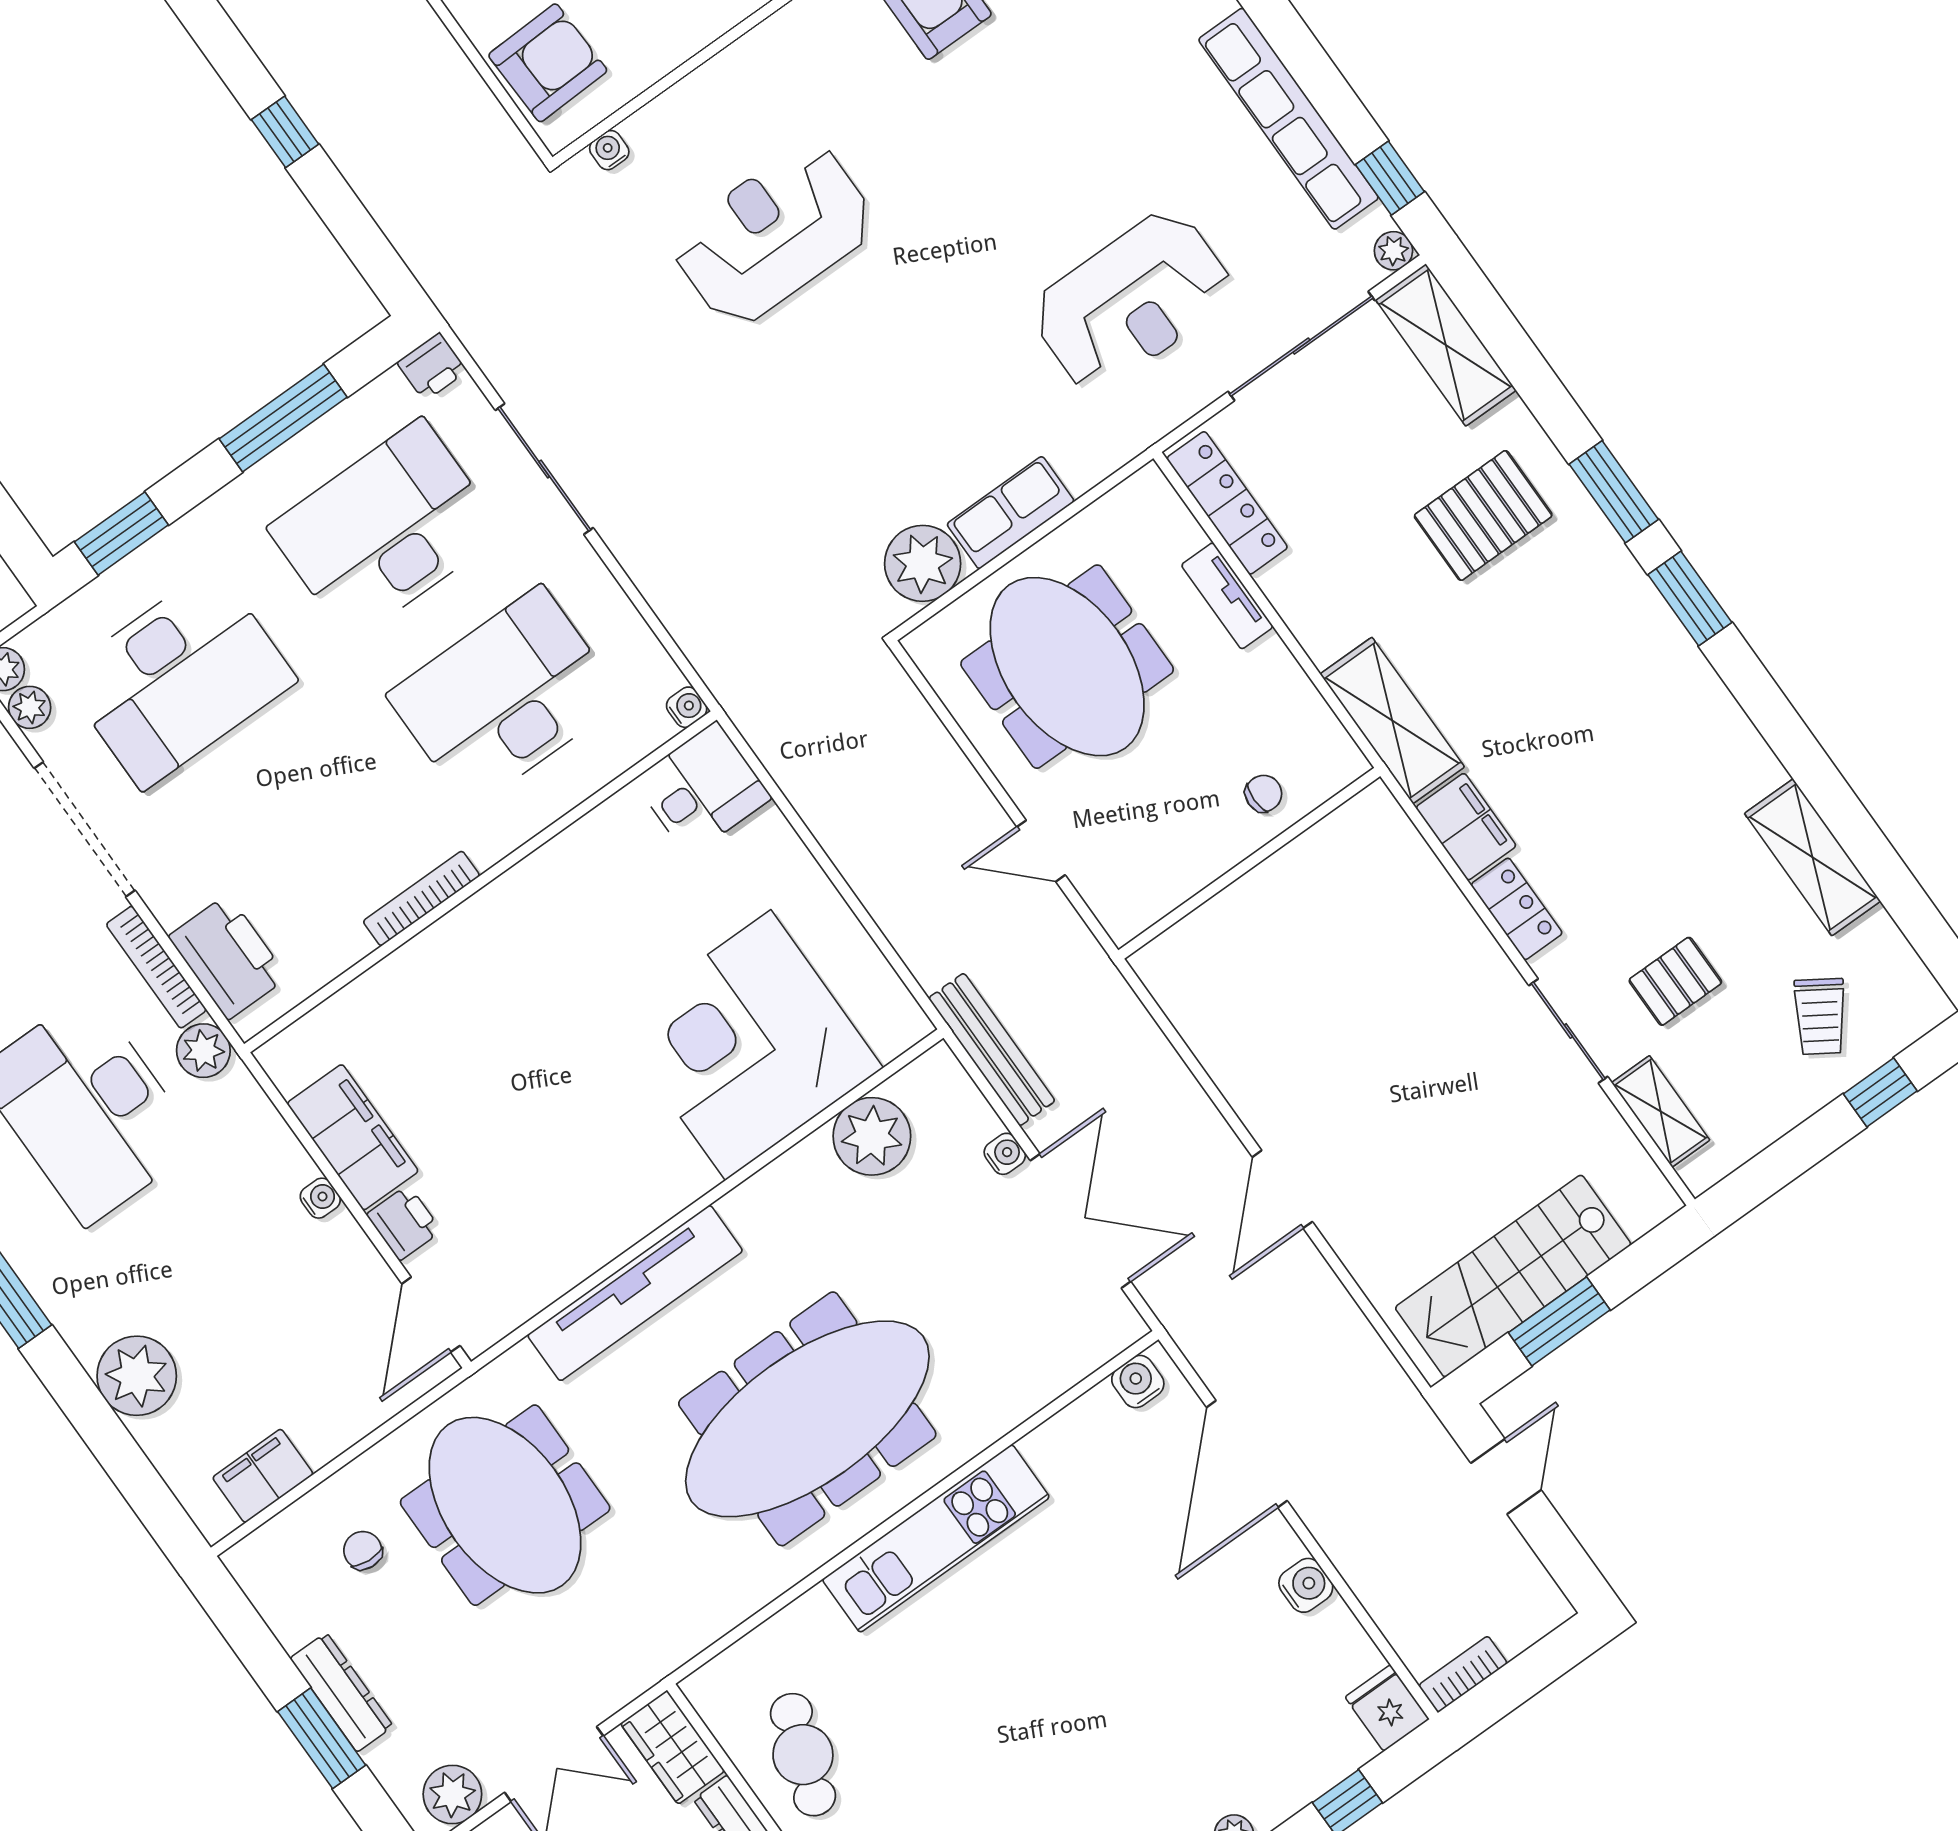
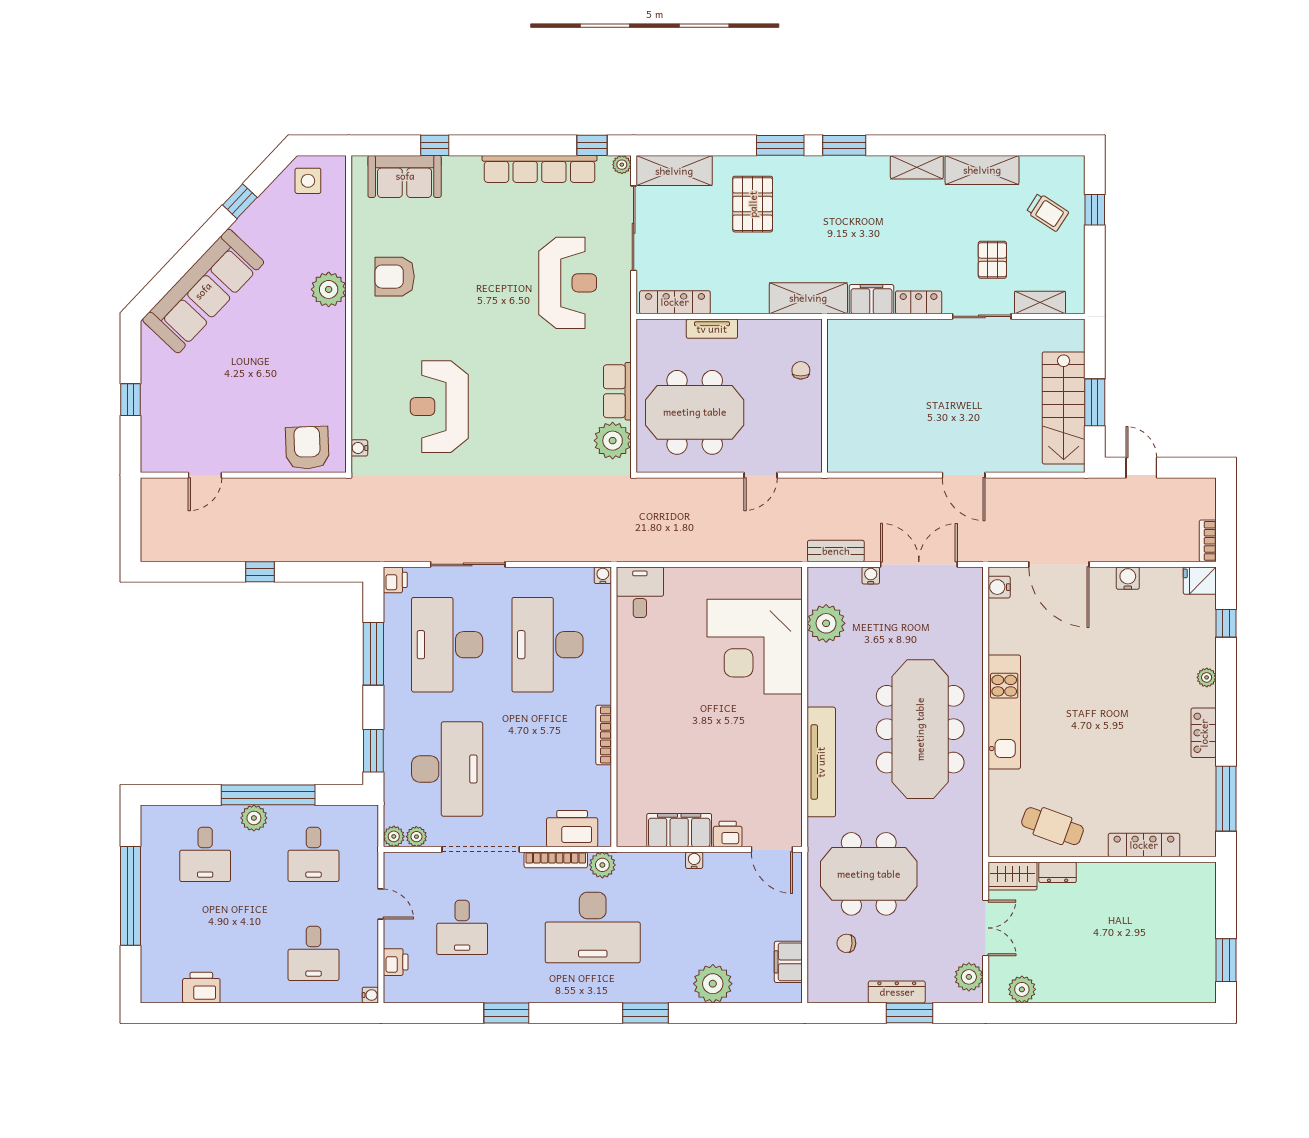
shelving: (1740, 745) -> (917, 167), added
bench: (992, 1050) -> (836, 551), width x0.73

